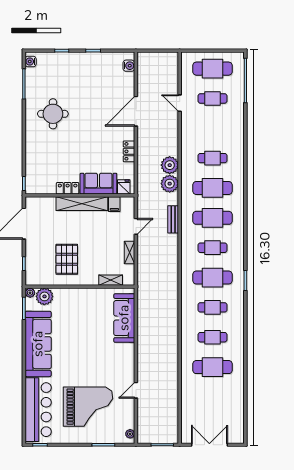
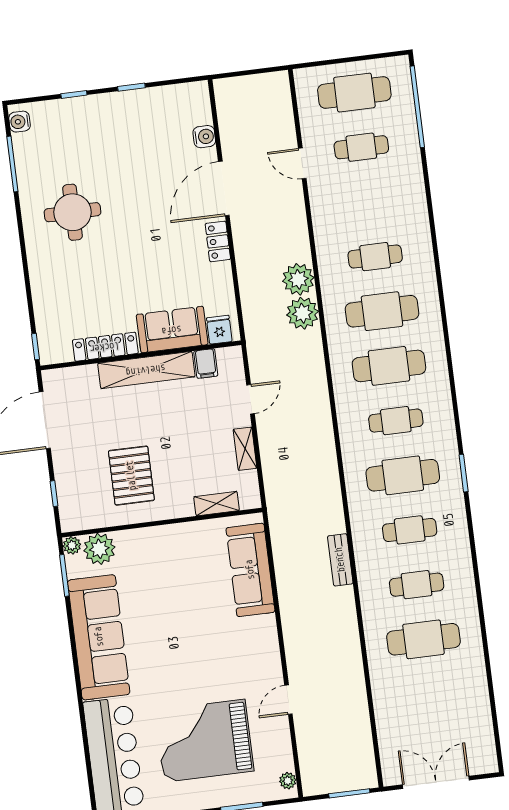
water cooler: (129, 66) -> (204, 137), moved
locker: (129, 151) -> (218, 241), moved
locker: (68, 188) -> (105, 347), width x1.53
bench: (173, 219) -> (340, 560), moved
grand piano: (88, 407) -> (204, 741), turned 180

